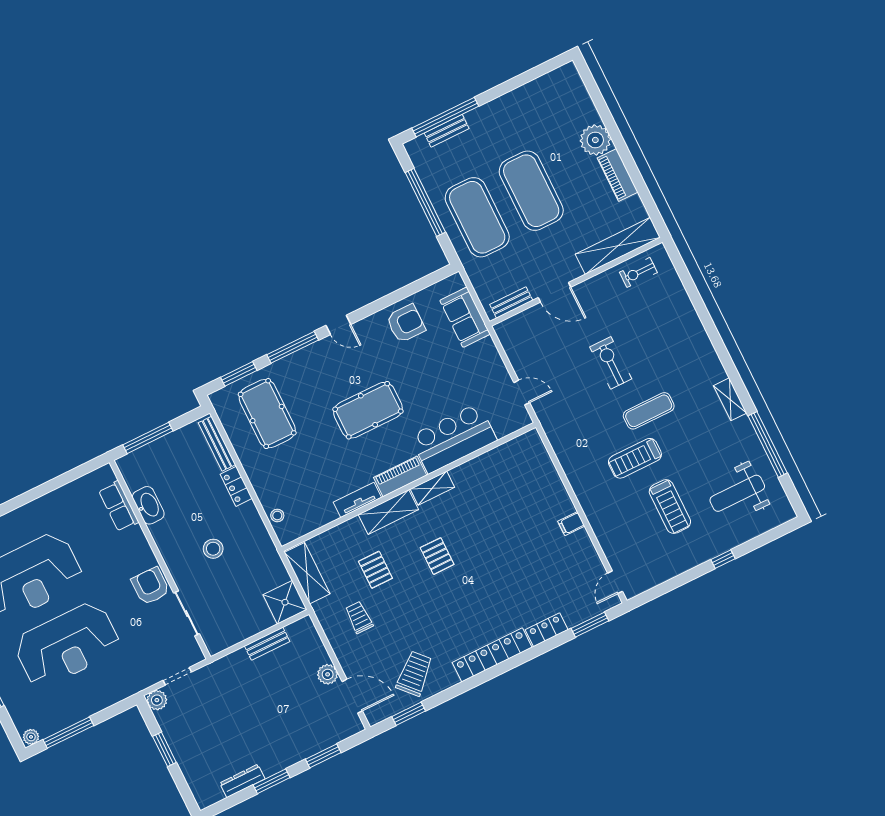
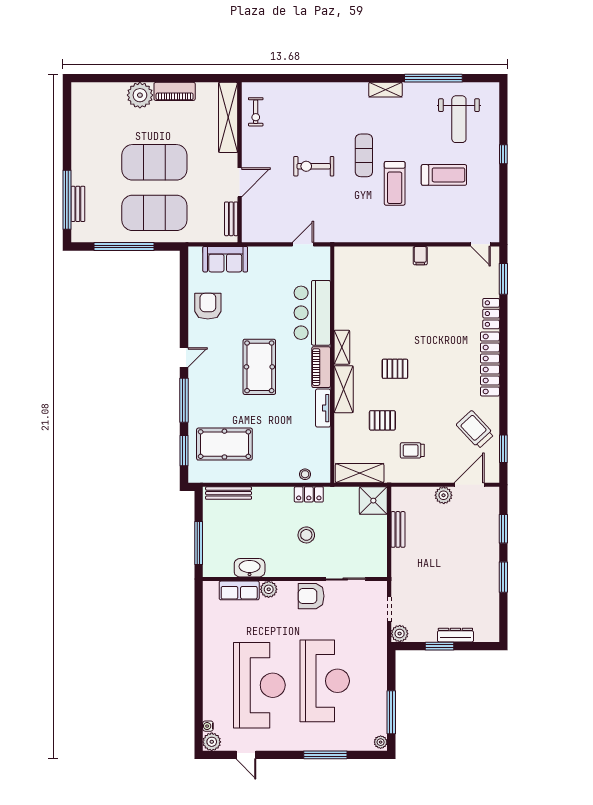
locker: (236, 486) -> (309, 494), moved
plant: (135, 537) -> (269, 589), added
dresser: (242, 781) -> (455, 635), moved, turned 90

